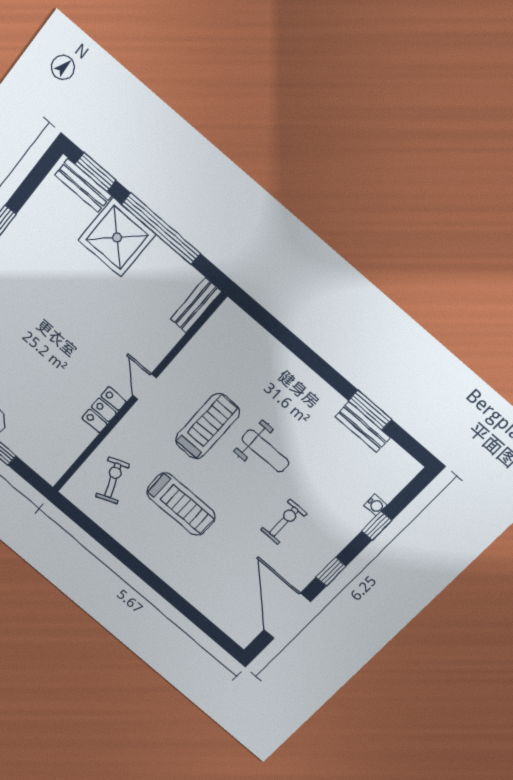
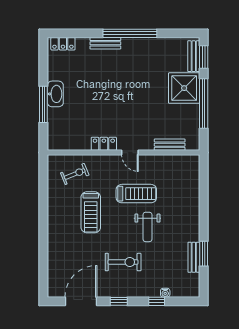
bench: (196, 305) -> (170, 145), moved
door: (144, 387) -> (130, 153), swing flipped
exercise bike: (284, 522) -> (123, 262), width x1.38, depth x1.39

